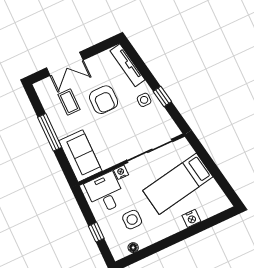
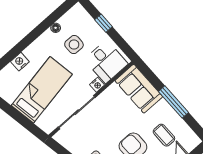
floor lamp: (133, 248) -> (56, 28), moved

